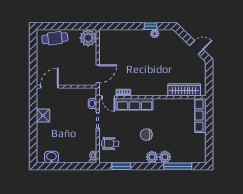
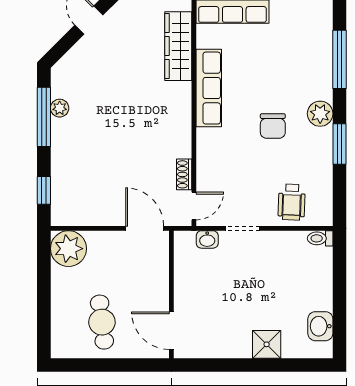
window: (116, 26) -> (44, 190), added
window: (151, 26) -> (44, 117), width x2.17
cafe table: (55, 38) -> (102, 322), moved
row of seats: (135, 104) -> (209, 88), moved
shower: (43, 116) -> (267, 344), moved
plant: (165, 157) -> (320, 86), removed
window: (121, 166) -> (339, 144), moved

